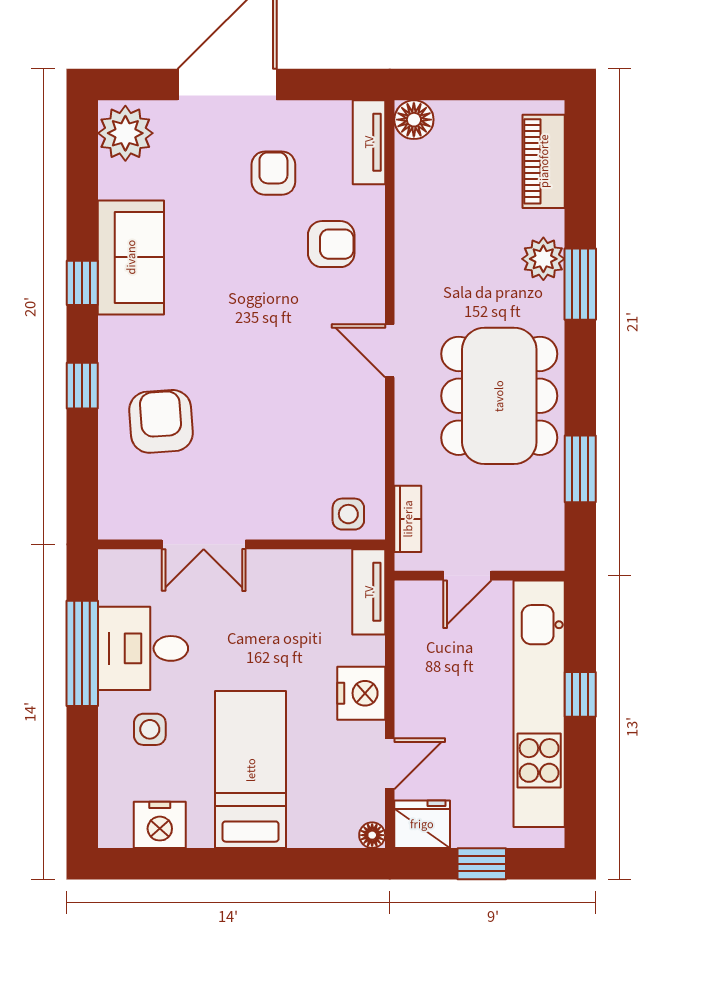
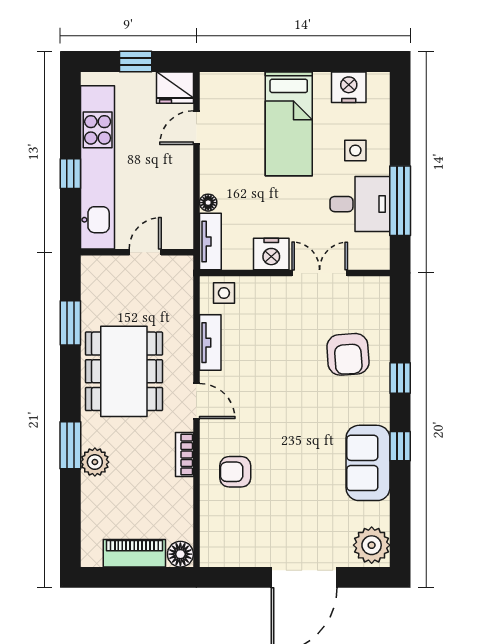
tv unit: (369, 142) -> (210, 343), moved
piano: (544, 161) -> (134, 553), moved, turned -90
armchair: (273, 173) -> (274, 519), removed
bookcase: (408, 519) -> (185, 455), moved
nightstand: (361, 693) -> (271, 254), moved, turned -90
floor lamp: (372, 835) -> (208, 203), moved

